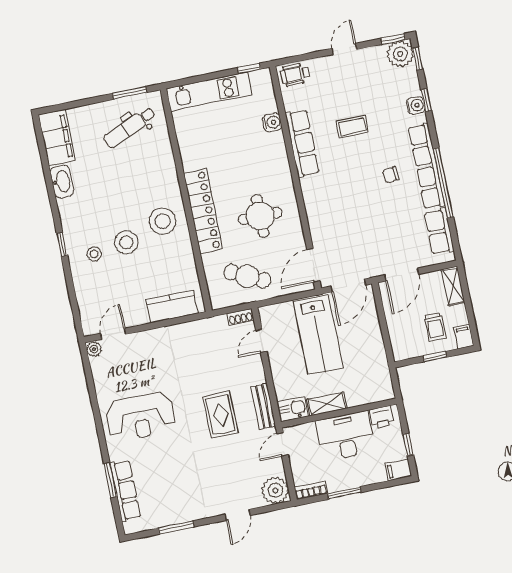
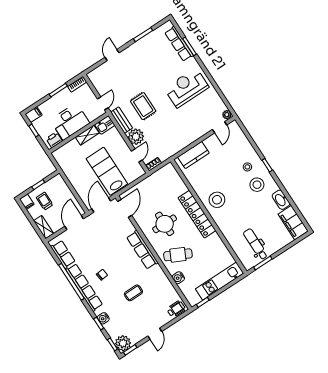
dental chair: (130, 127) -> (256, 244), turned -67
row of seats: (302, 143) -> (142, 250), moved
stool: (126, 242) -> (257, 185), moved
cafe table: (247, 276) -> (178, 255), moved
plant: (275, 490) -> (136, 137), moved

